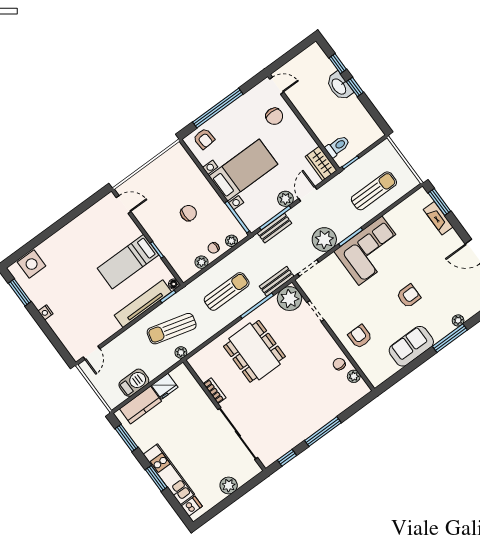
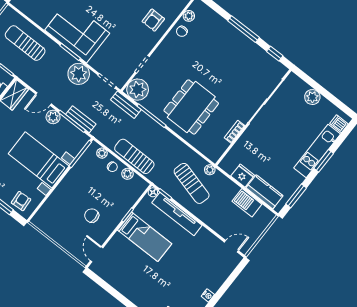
chair: (189, 213) -> (92, 216), moved
sun lounger: (227, 291) -> (134, 156), moved

